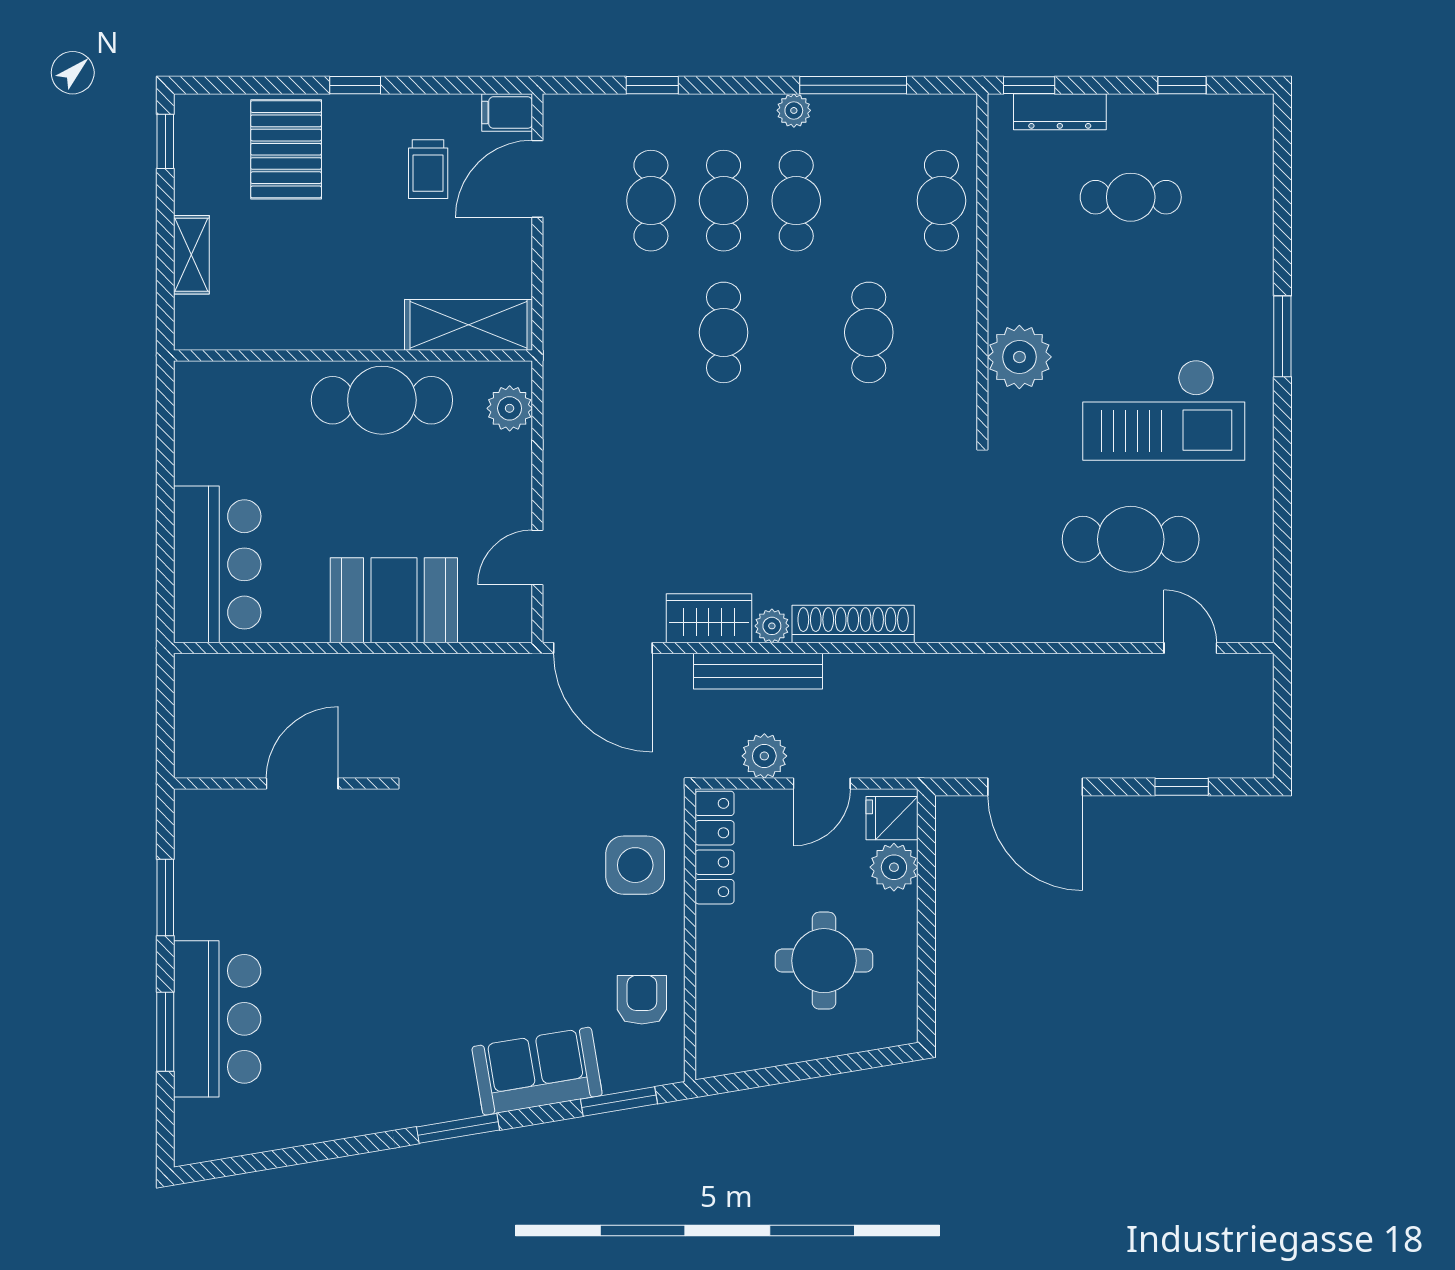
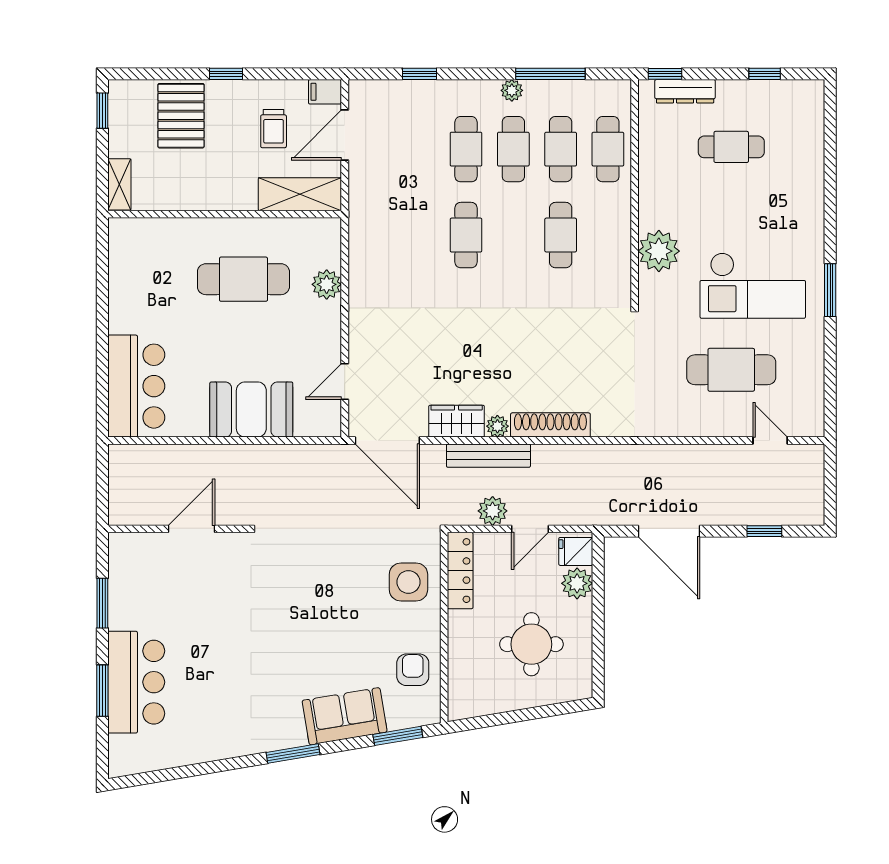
cafe table: (651, 201) -> (561, 149), moved
shelving: (469, 325) -> (300, 194), moved
window: (1282, 336) -> (830, 290), moved
wall: (353, 356) -> (225, 214), moved

